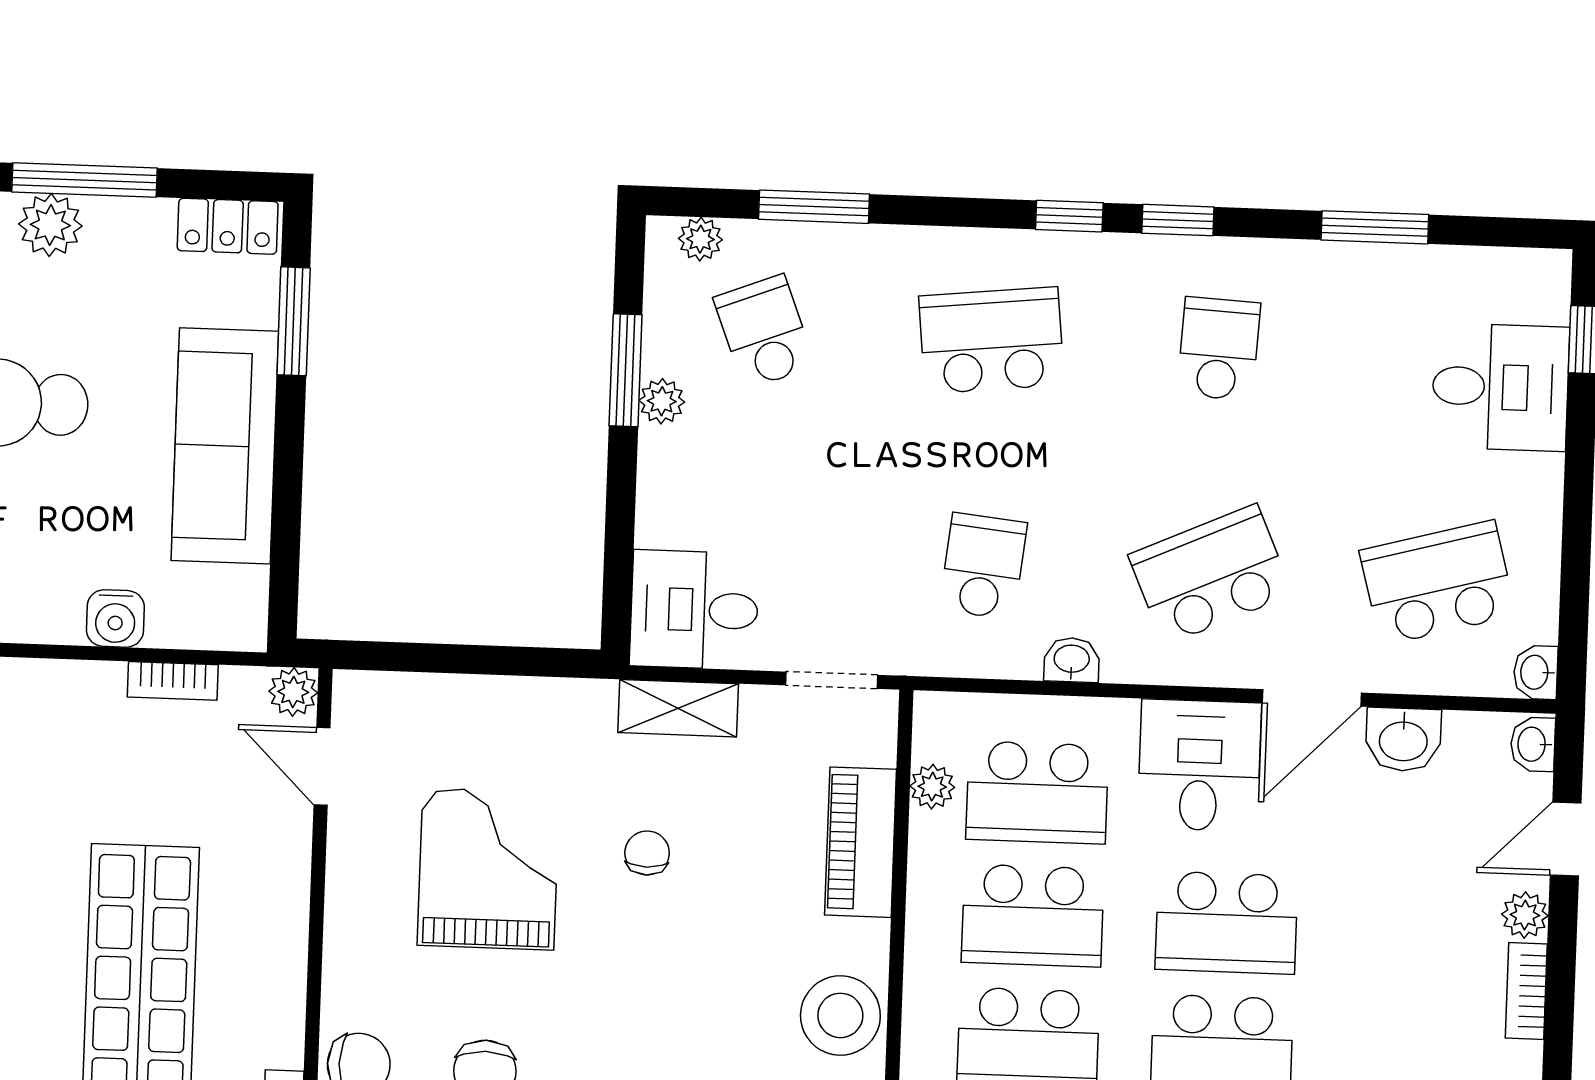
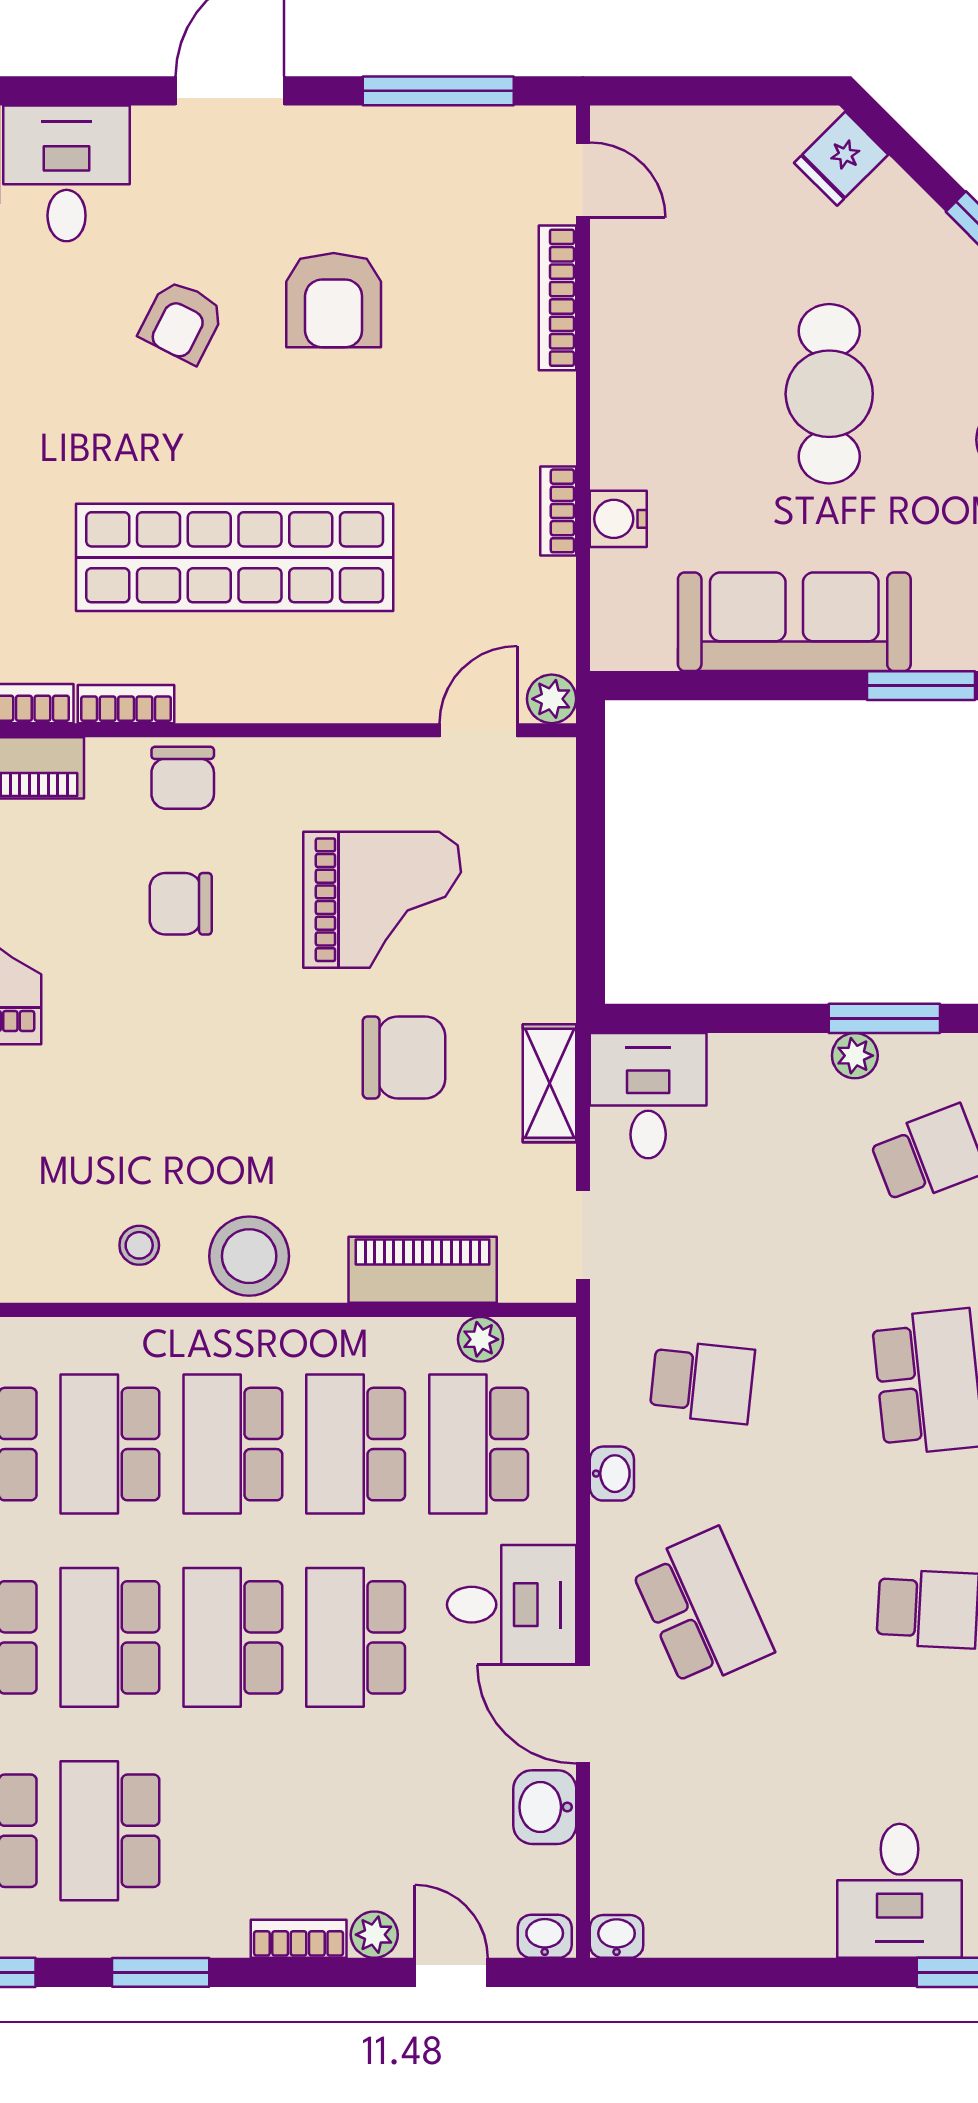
school desk: (1438, 583) -> (702, 1836), removed
bookcase: (173, 681) -> (558, 511), moved
chair: (647, 853) -> (404, 1057), width x1.87, depth x1.87

